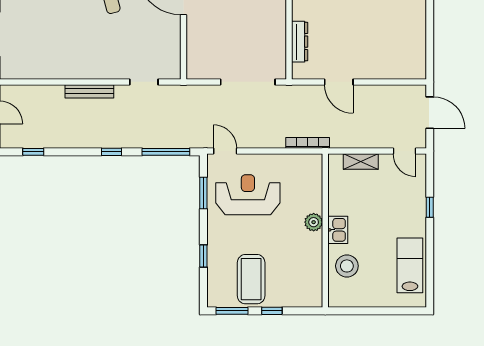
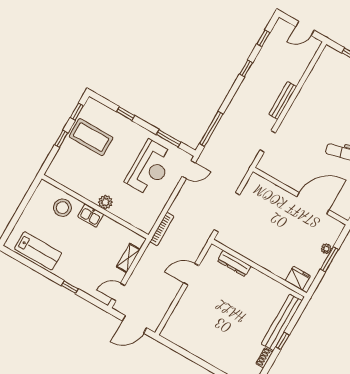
window: (111, 152) -> (246, 68), moved
window: (232, 311) -> (77, 112), width x0.67

